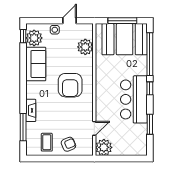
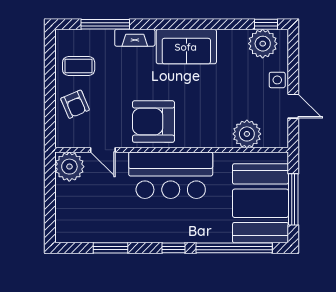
sofa: (36, 64) -> (186, 47), moved
armchair: (70, 85) -> (153, 122), moved
bar counter: (134, 99) -> (171, 175), moved, turned 180

